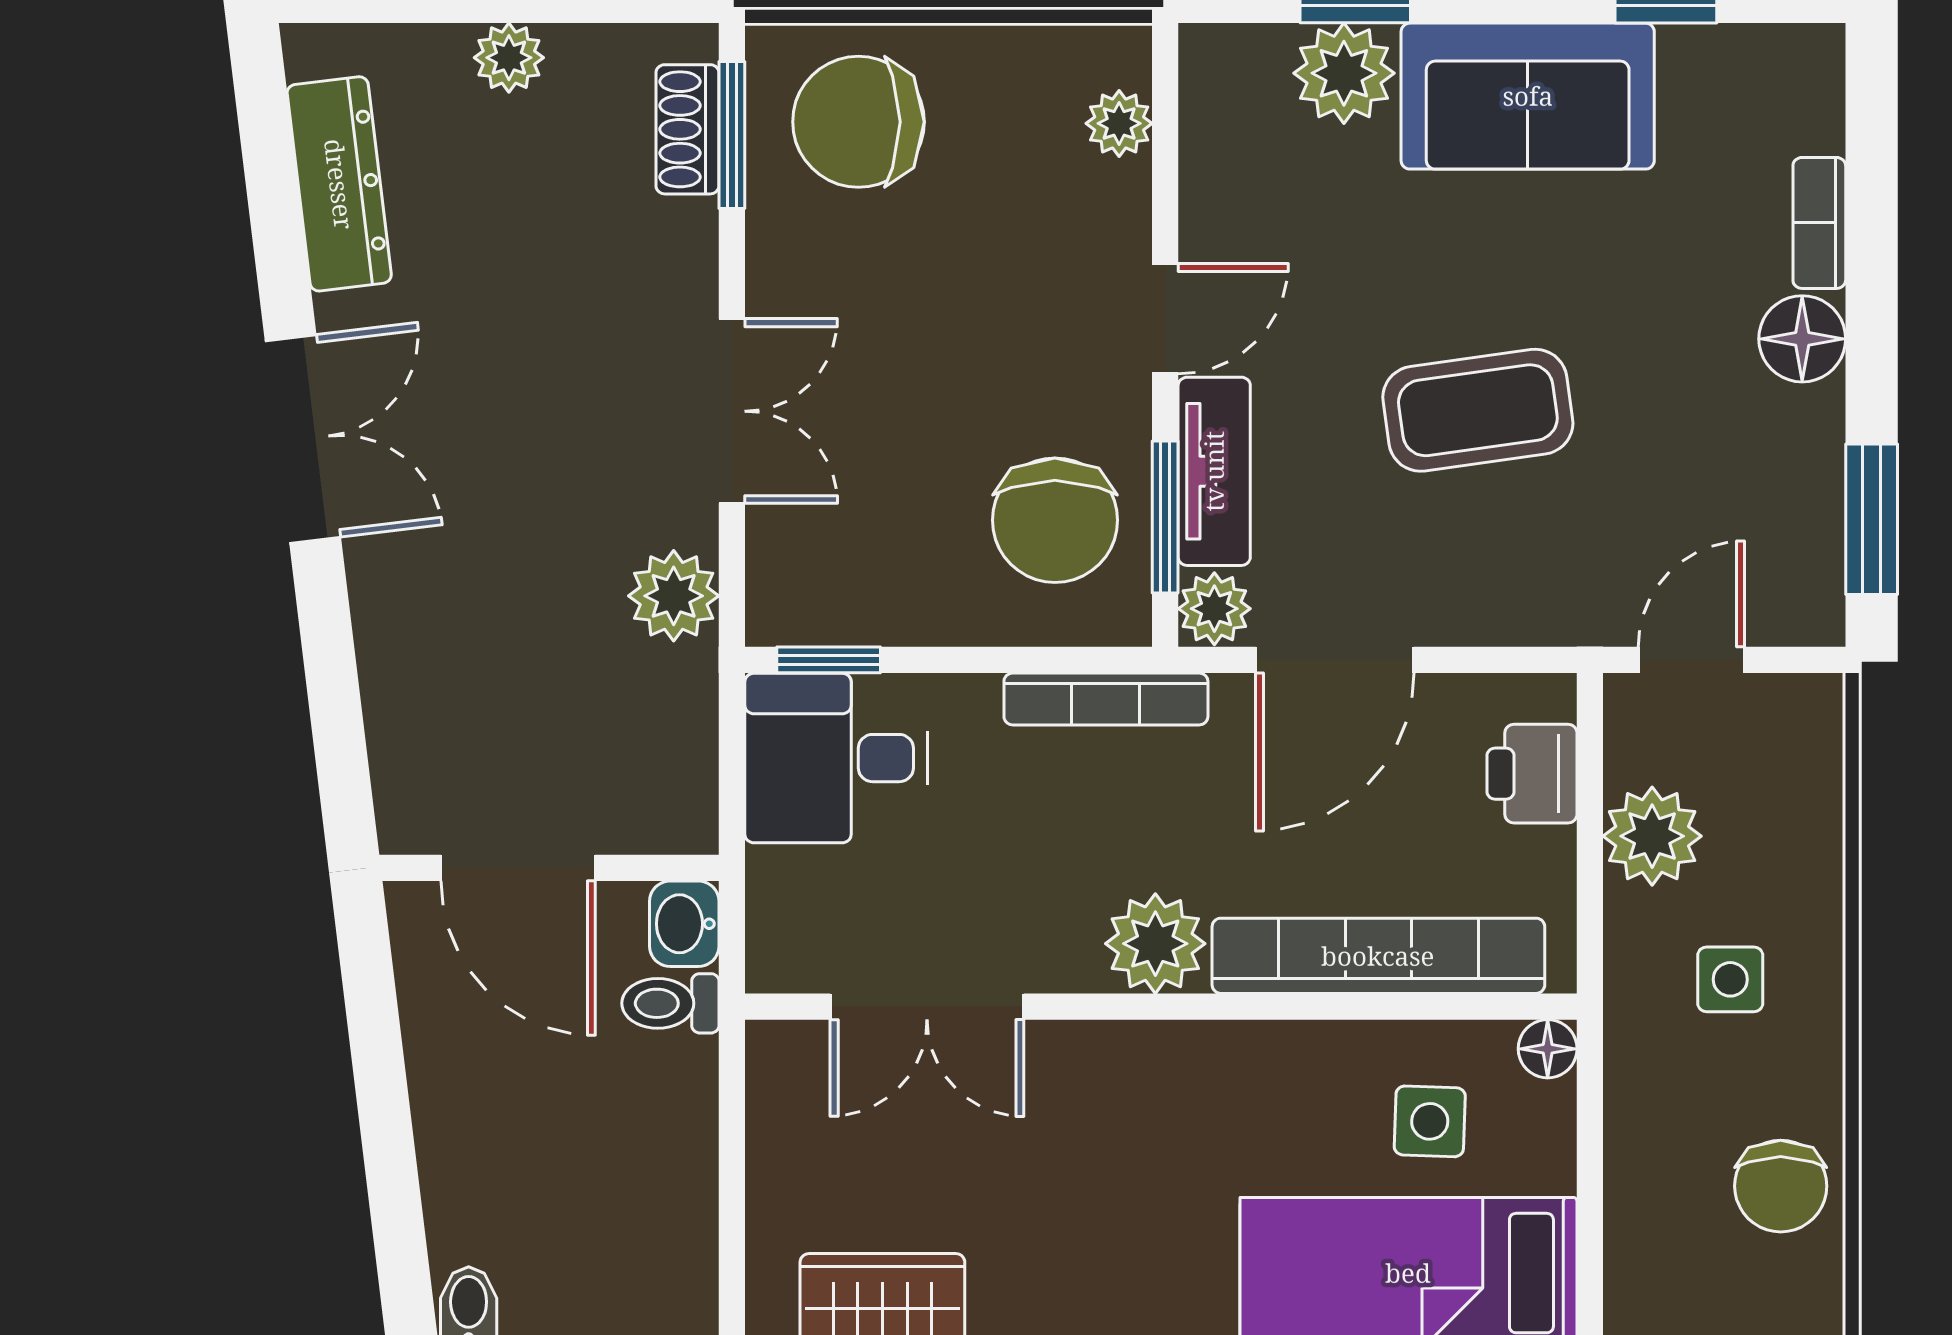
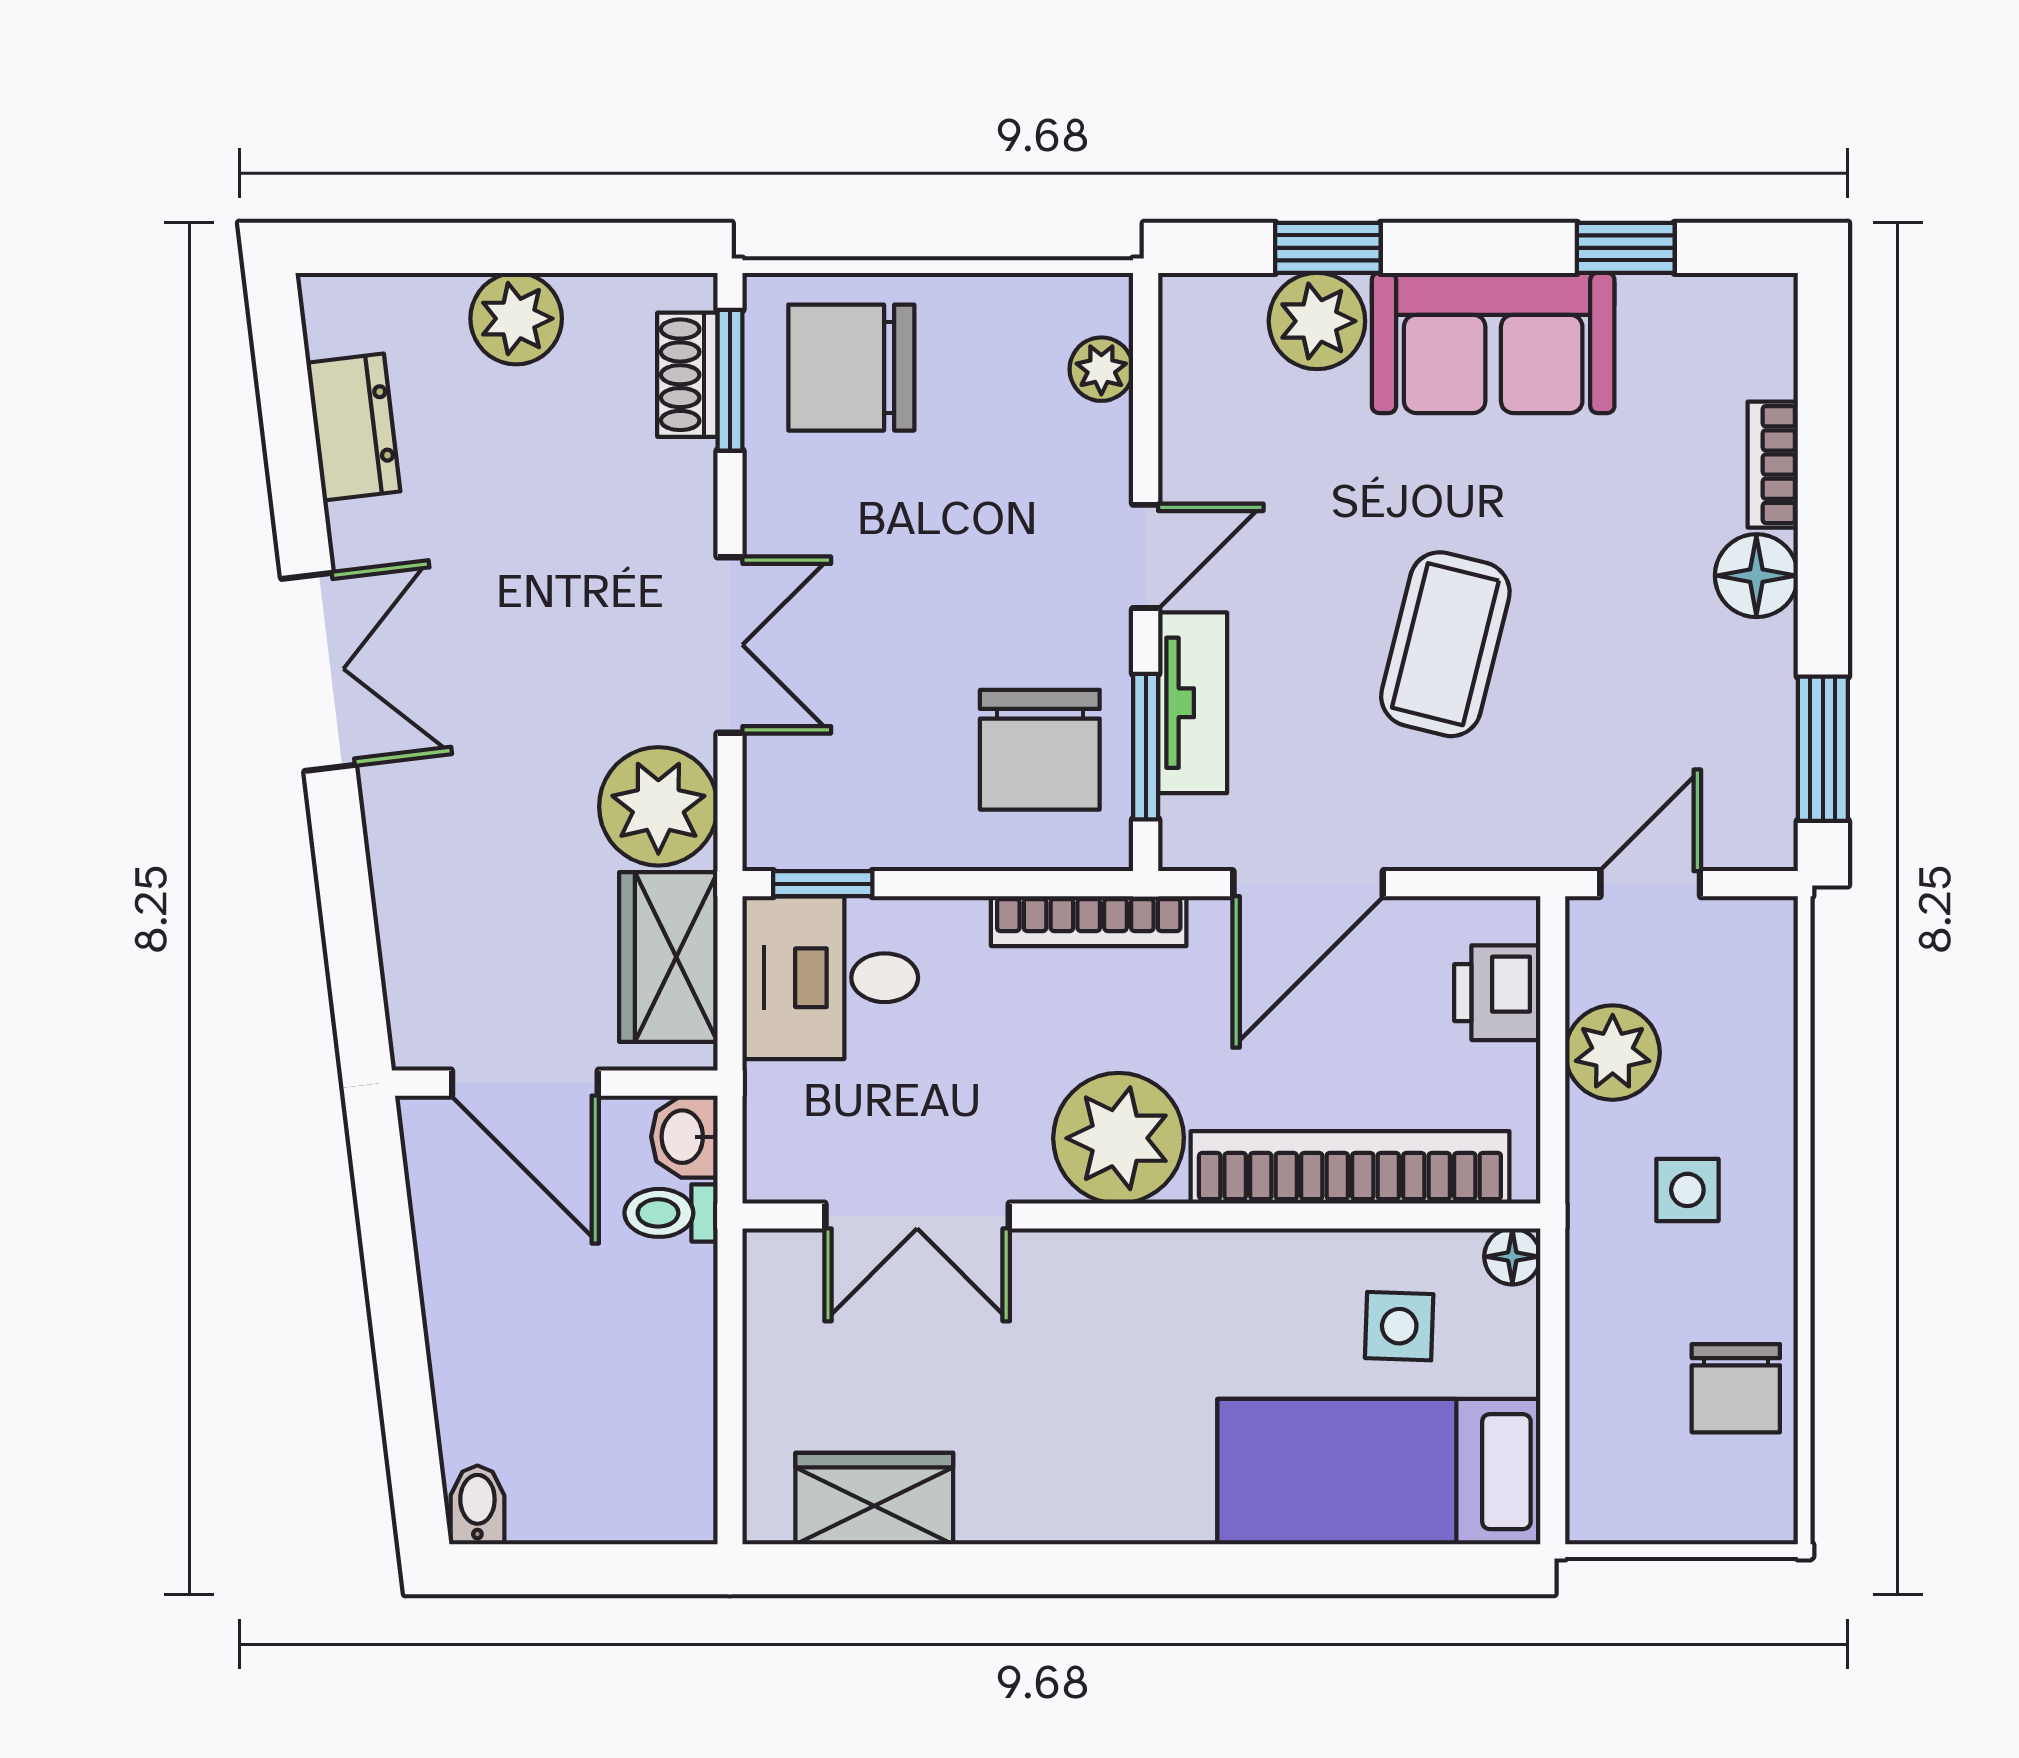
plant: (509, 58) -> (516, 319), width x1.38, depth x1.38
dresser: (339, 184) -> (353, 427), width x0.70
coffee table: (1478, 410) -> (1445, 644), turned -68
plant: (674, 596) -> (658, 806), width x1.36, depth x1.36
plant: (1214, 609) -> (1193, 834), removed
wardrobe: (668, 736) -> (668, 957), added
plant: (1155, 944) -> (1119, 1138), width x1.36, depth x1.36

